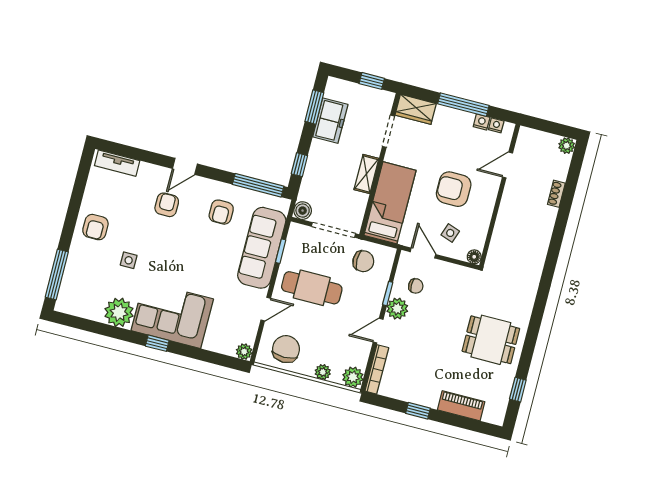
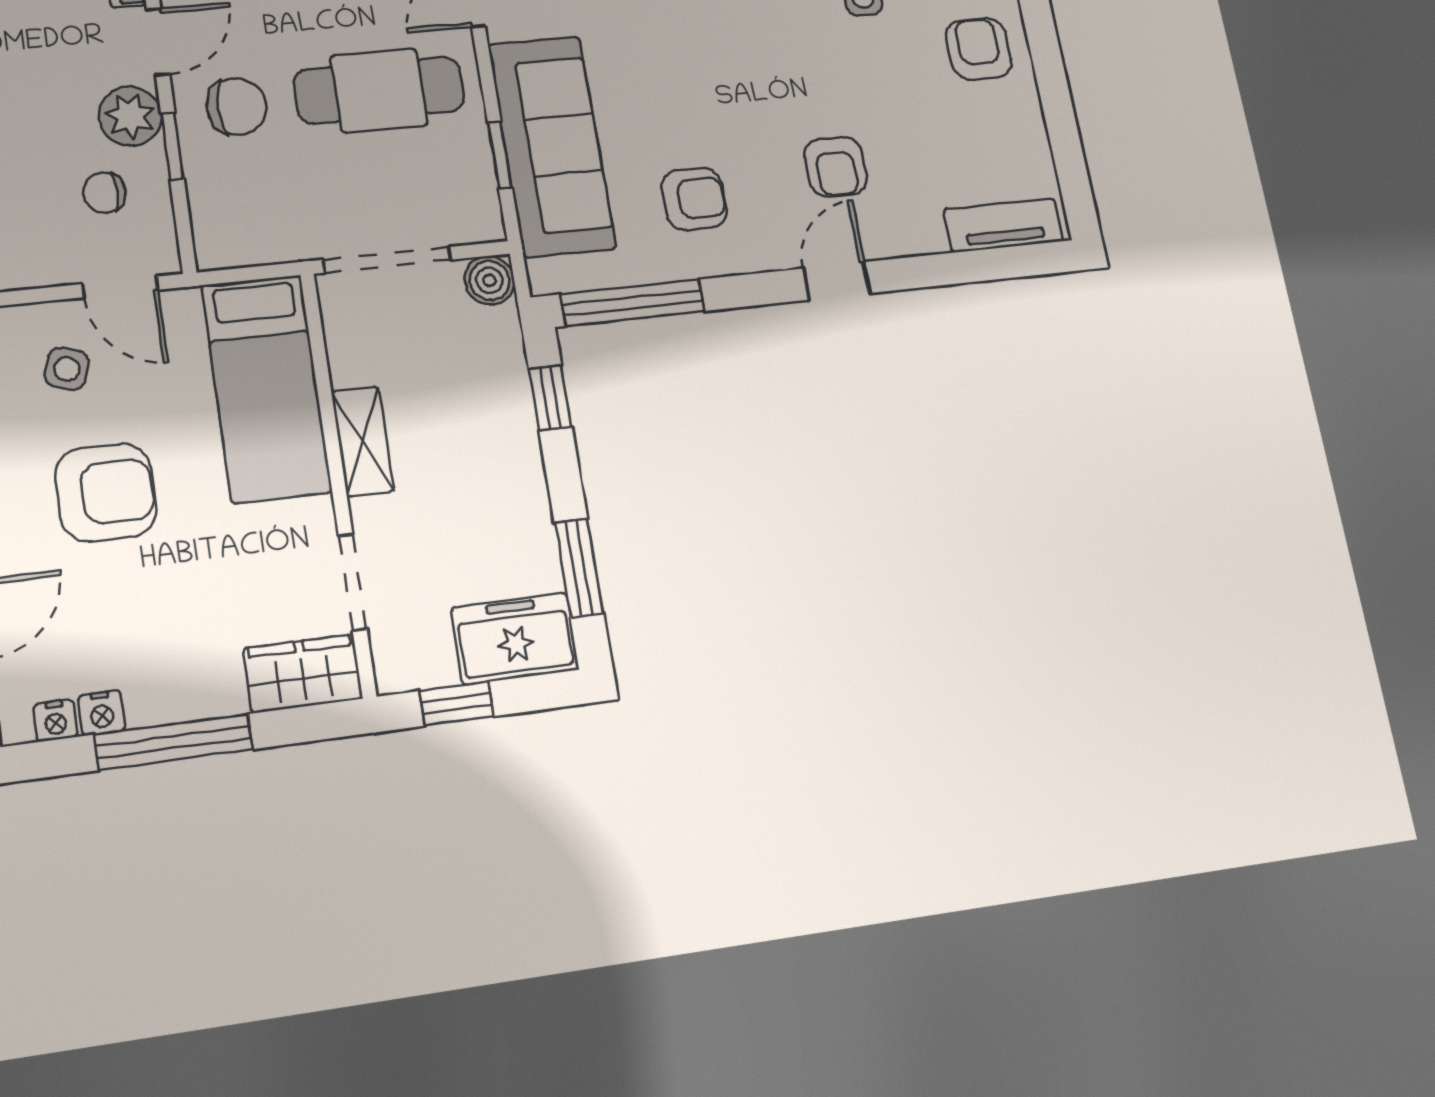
freezer: (330, 121) -> (515, 639), moved, turned 90
armchair: (221, 212) -> (694, 199), turned 90
chair: (363, 261) -> (237, 107), moved, turned 180

